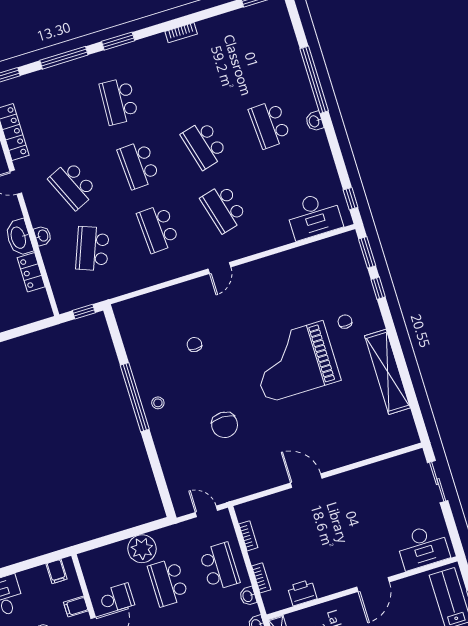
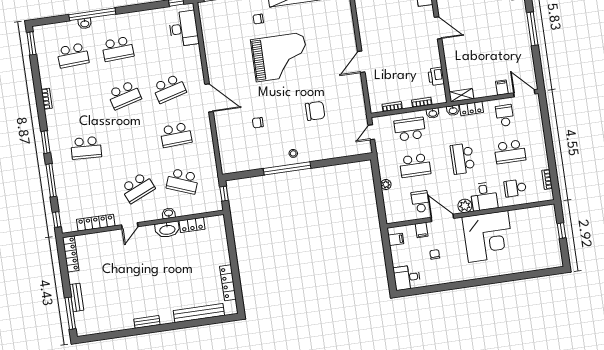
washbasin: (314, 121) -> (85, 24), moved
school desk: (138, 165) -> (73, 55), moved
door: (219, 268) -> (209, 98), width x1.88
grand piano: (295, 362) -> (280, 57), turned -90
plant: (142, 549) -> (386, 185), width x0.53, depth x0.53

